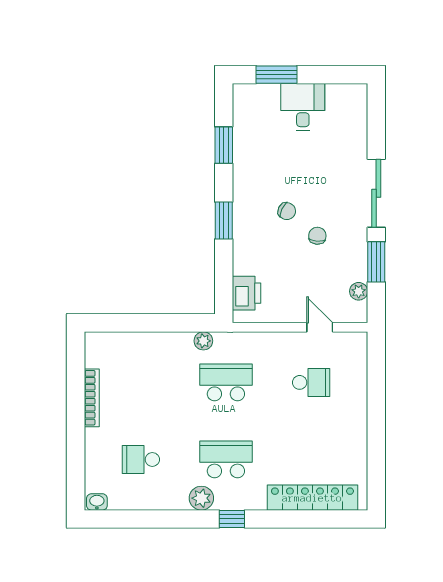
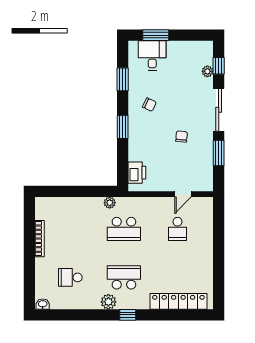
desk: (303, 107) -> (152, 55), moved
window: (376, 123) -> (219, 66), added
chair: (287, 211) -> (149, 105), moved
plant: (359, 291) -> (207, 71), moved
door: (320, 327) -> (183, 194), swing flipped
school desk: (226, 382) -> (124, 229), turned 180
school desk: (311, 382) -> (178, 229), turned 90

